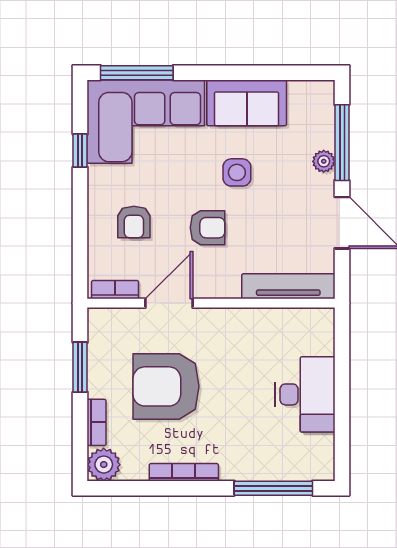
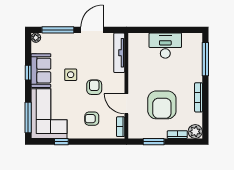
window: (242, 73) -> (28, 73), added
plant: (324, 161) -> (36, 38), moved
armchair: (134, 222) -> (92, 119), turned 180

